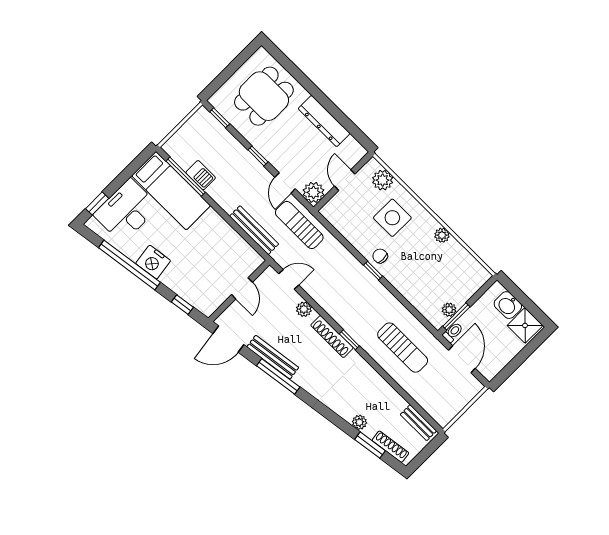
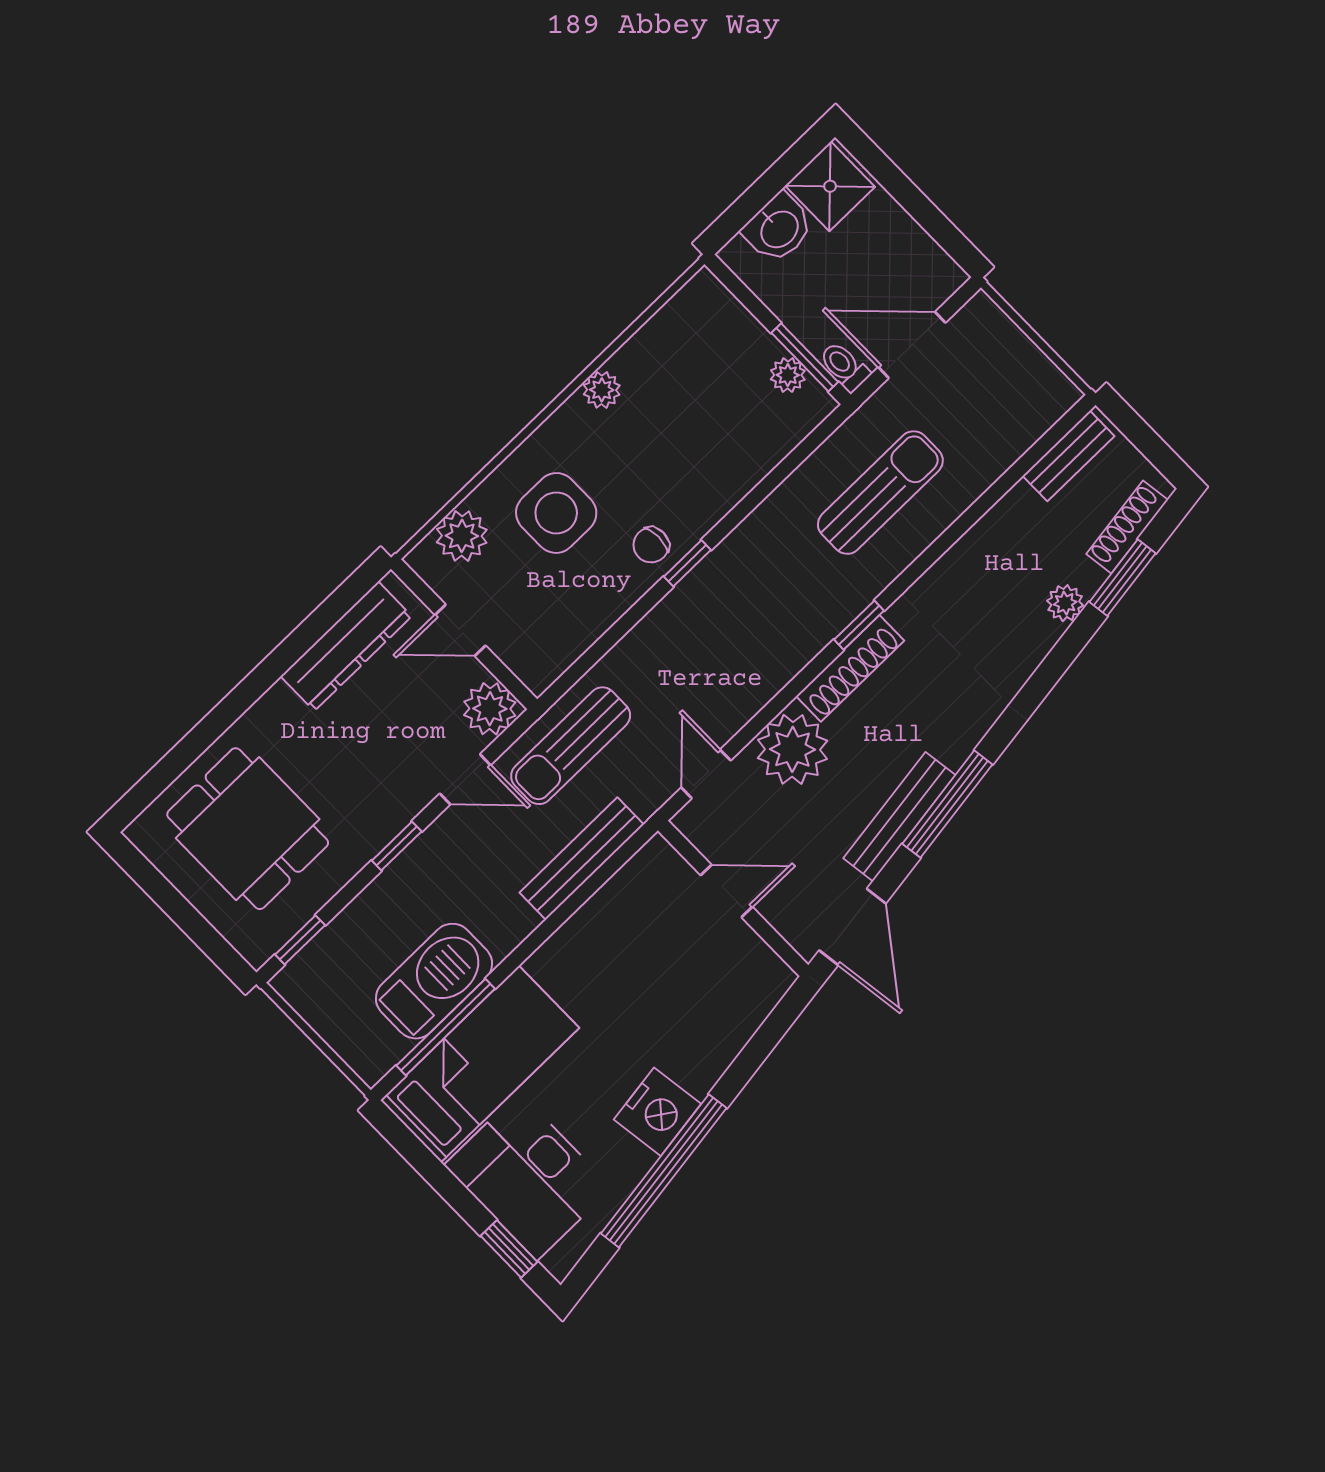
dresser: (324, 121) -> (346, 646), moved
barbecue: (201, 175) -> (434, 981), width x1.88, depth x1.53
window: (182, 305) -> (765, 1040), removed
plant: (304, 309) -> (792, 749), width x1.88, depth x1.88

